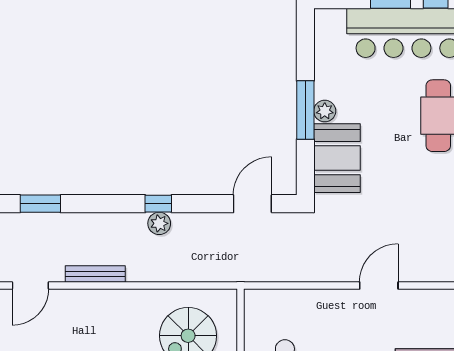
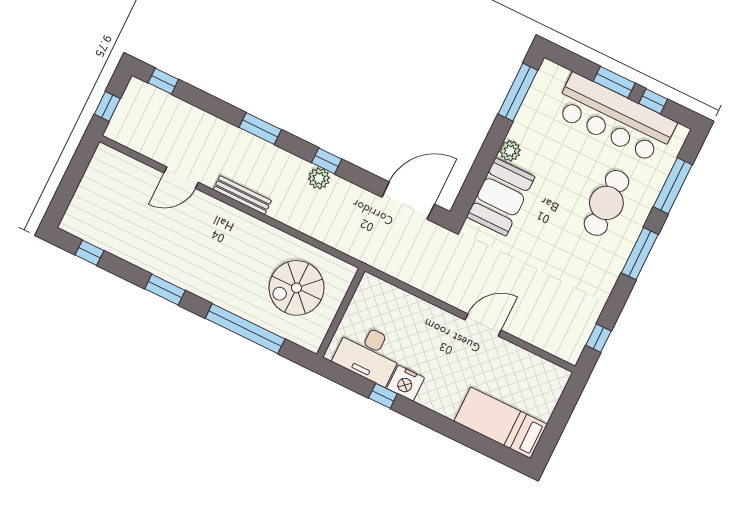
window: (305, 110) -> (518, 92), moved
window: (40, 204) -> (260, 128), moved
door: (252, 204) -> (408, 201), width x1.36

